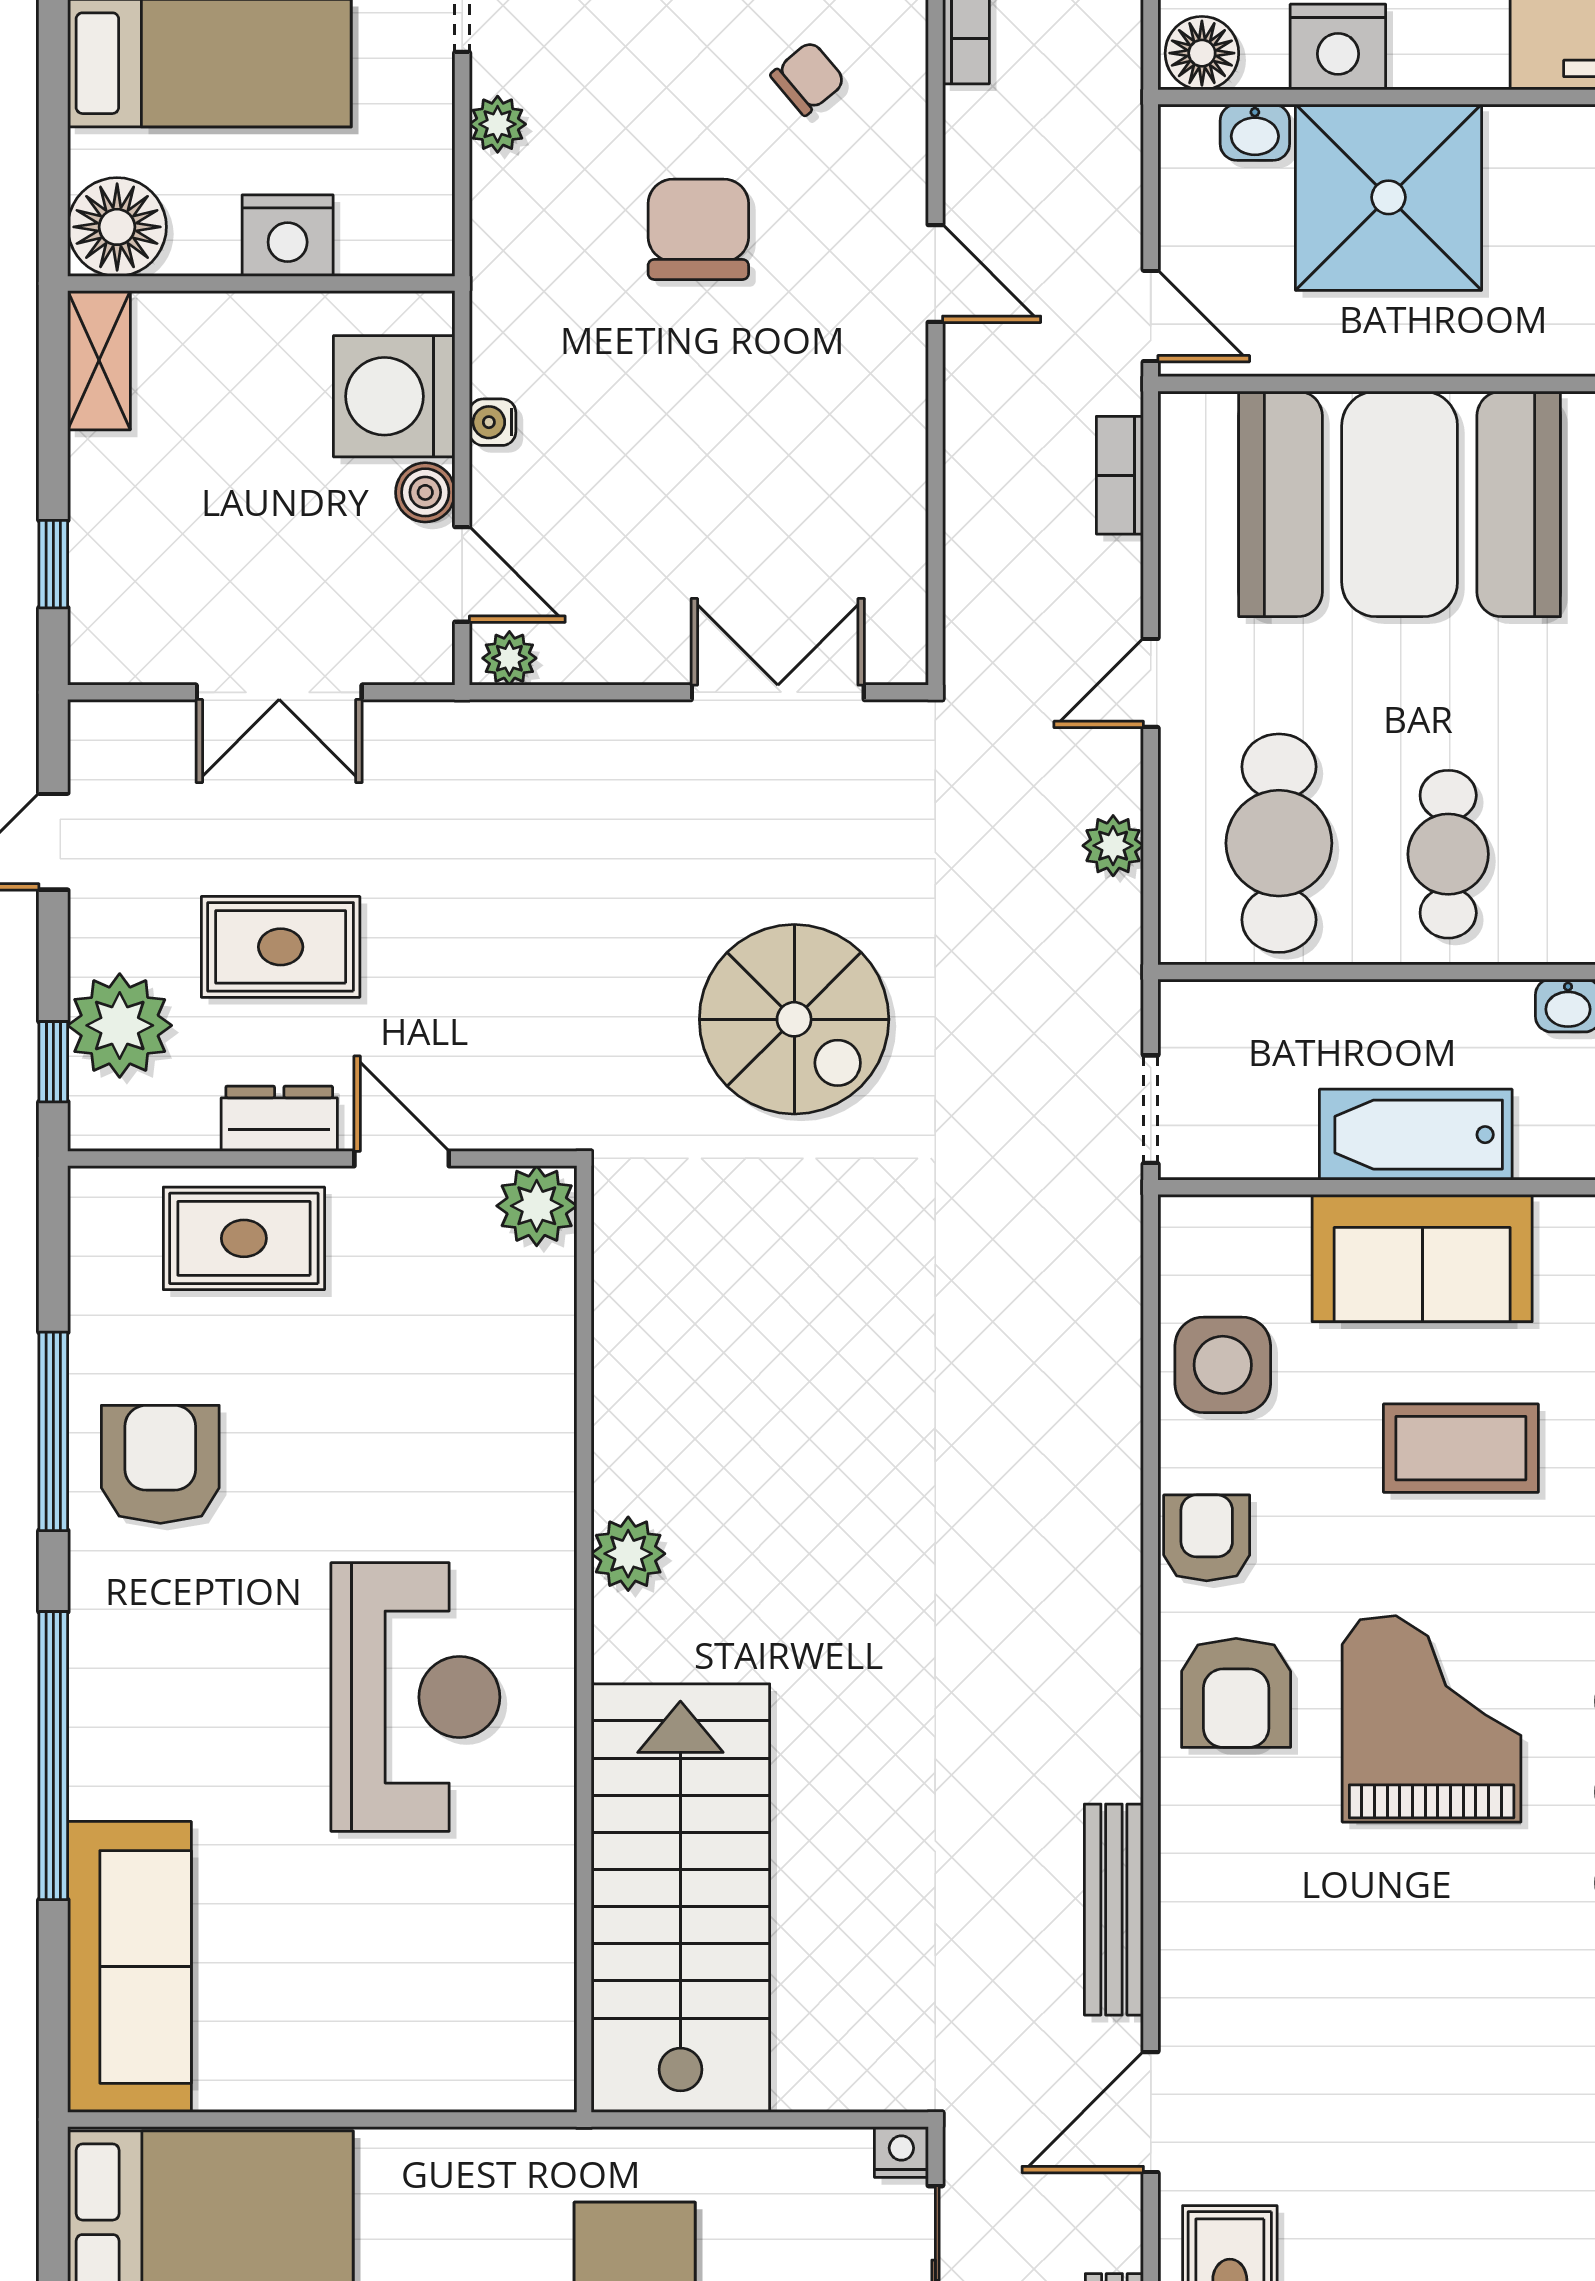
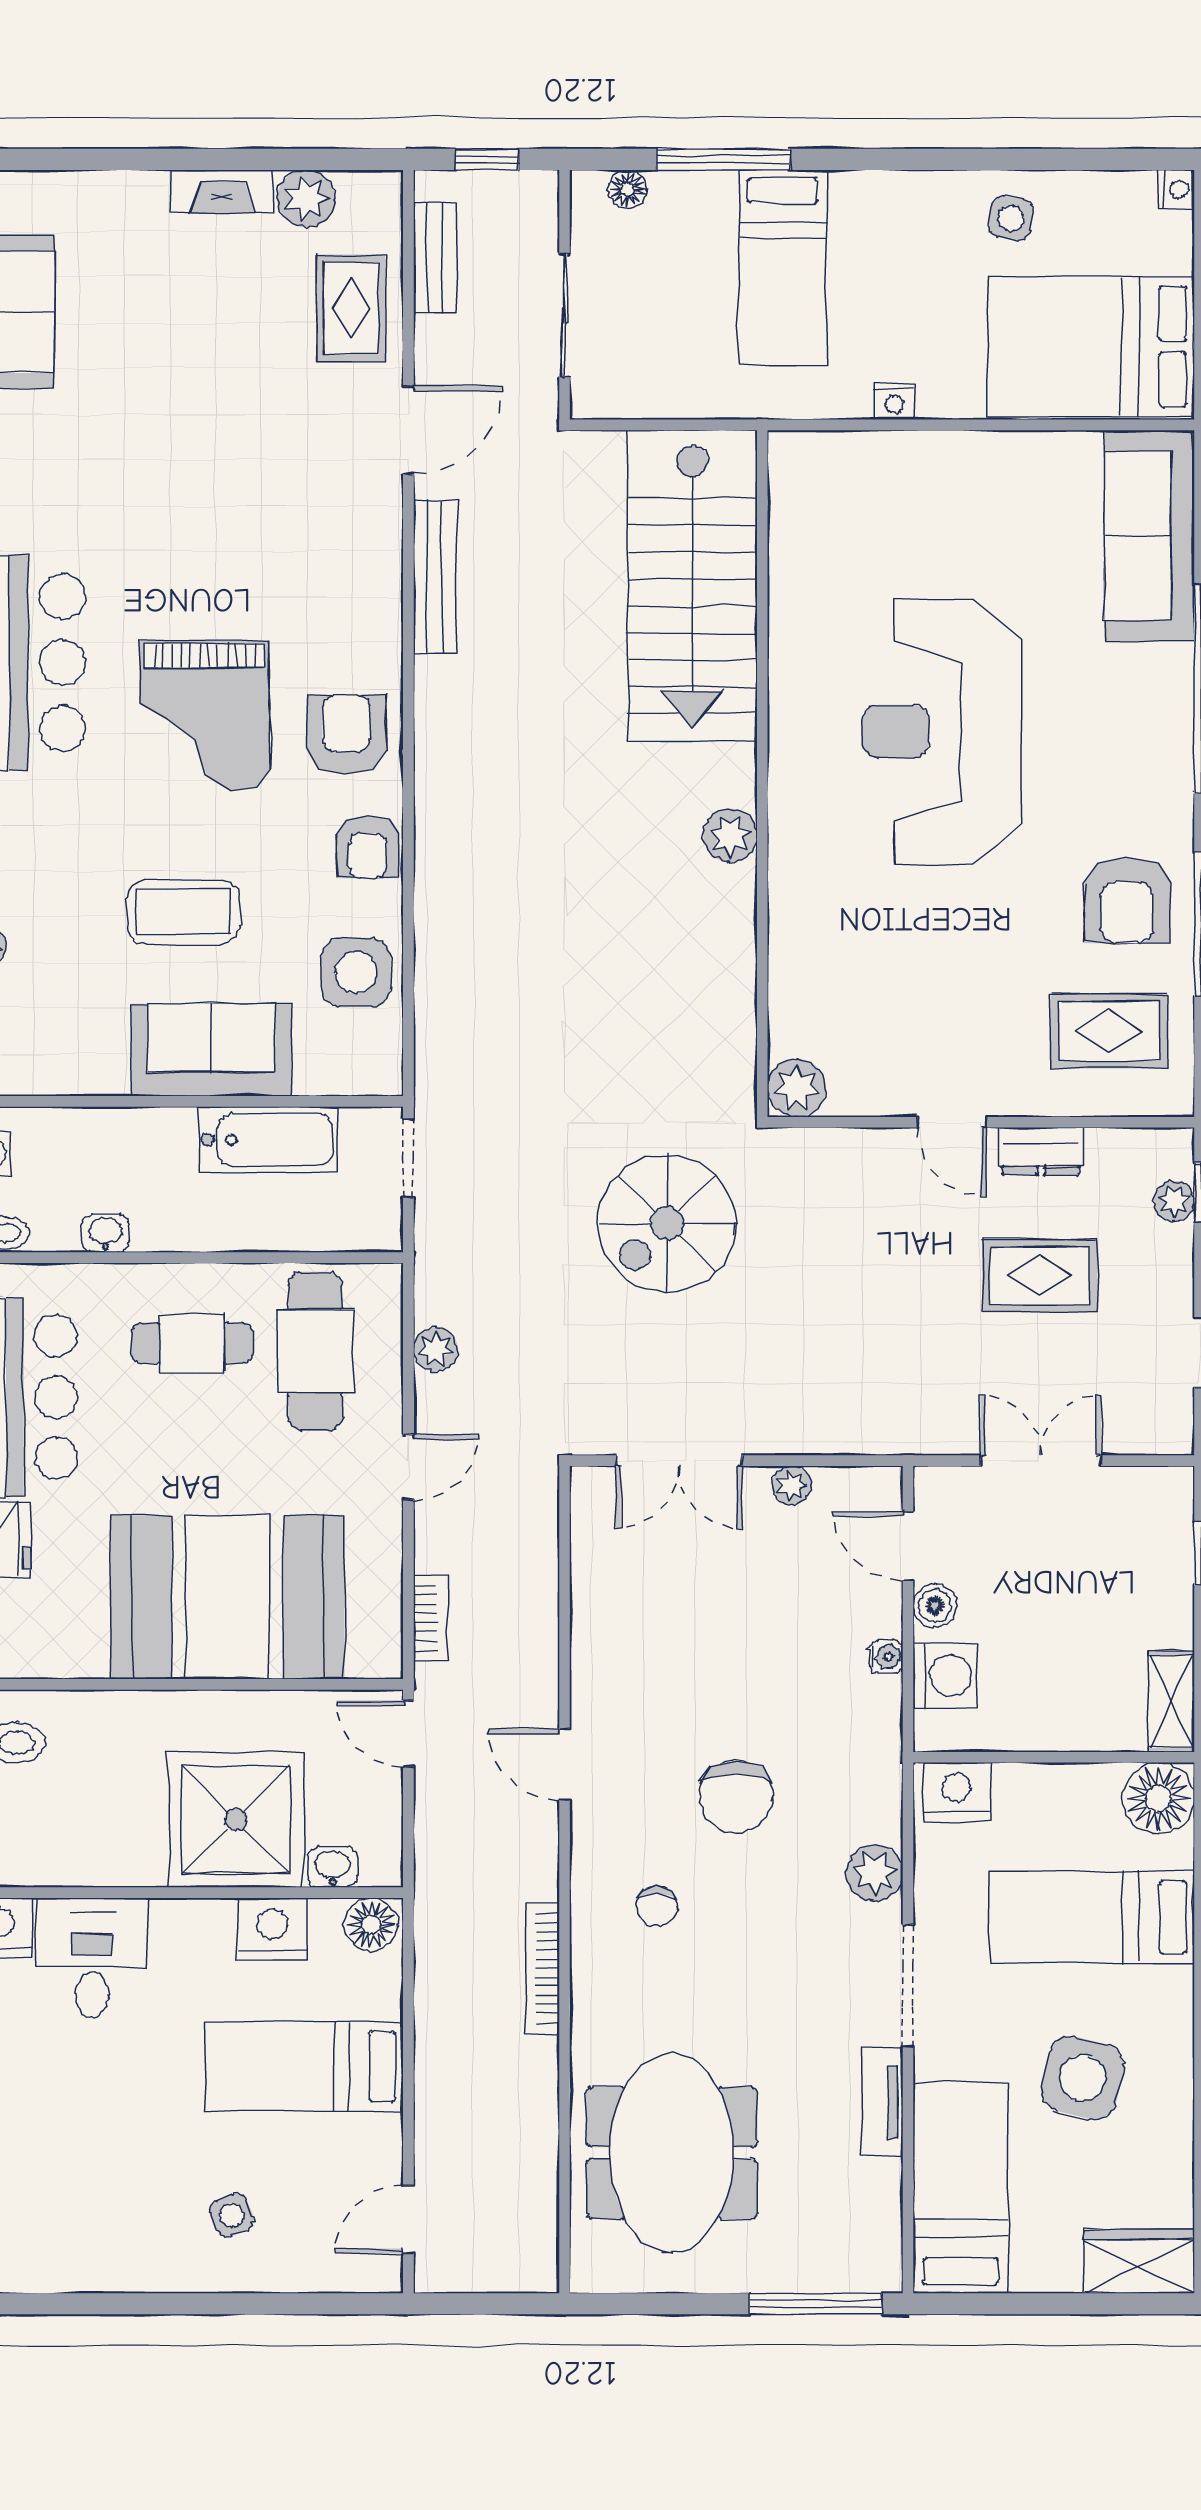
chair: (808, 78) -> (657, 1906), turned -50
plant: (498, 124) -> (875, 1873), width x1.38, depth x1.38
nightstand: (288, 236) -> (957, 1792), moved
washing machine: (394, 396) -> (945, 1675), width x0.73, depth x0.73
plant: (509, 658) -> (792, 1485), moved
cafe table: (1448, 854) -> (192, 1343), turned 90
spiral stairs: (794, 1019) -> (667, 1223), turned -90
plant: (120, 1025) -> (1174, 1201), width x0.53, depth x0.53
bathtub: (1416, 1135) -> (268, 1140), moved
plant: (537, 1206) -> (797, 1088), moved
rug: (244, 1238) -> (1109, 1031), moved
plant: (628, 1554) -> (730, 835), moved
wall: (584, 1639) -> (762, 774), moved
reception desk: (415, 1697) -> (942, 731), width x1.36, depth x1.30
stairs: (680, 1898) -> (692, 586), moved
nightstand: (901, 2152) -> (894, 401), moved

